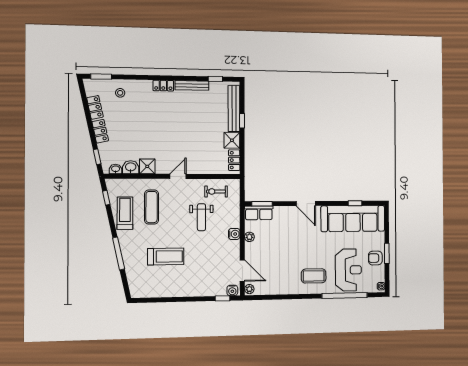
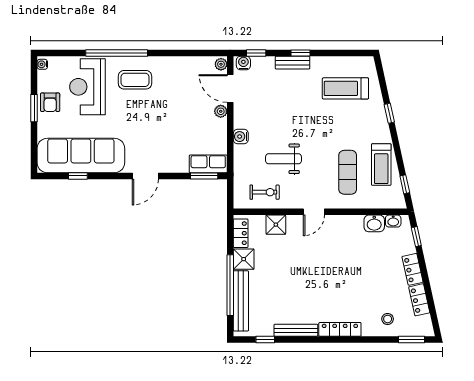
locker: (163, 86) -> (340, 329), width x1.53
window: (242, 121) -> (230, 285), width x3.17
shower: (147, 166) -> (276, 225), moved
door: (306, 203) -> (145, 176), swing flipped
weight bench: (201, 217) -> (283, 159), turned -90
plant: (249, 237) -> (221, 111), moved
window: (119, 253) -> (389, 113), width x0.46
treadmill: (166, 257) -> (345, 88), moved
armchair: (375, 258) -> (50, 102), turned 90
bench: (195, 292) -> (293, 63), added
window: (345, 295) -> (117, 53), moved
window: (188, 299) -> (300, 53), added

